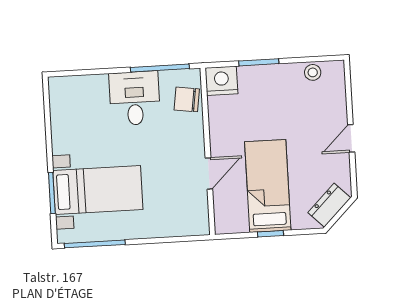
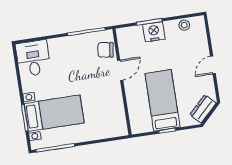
nightstand: (222, 81) -> (154, 32), moved
desk: (135, 98) -> (33, 58), moved
door: (209, 173) -> (120, 70), moved

